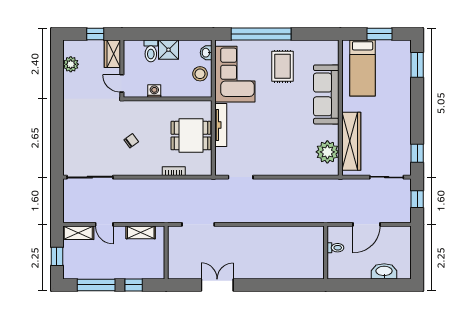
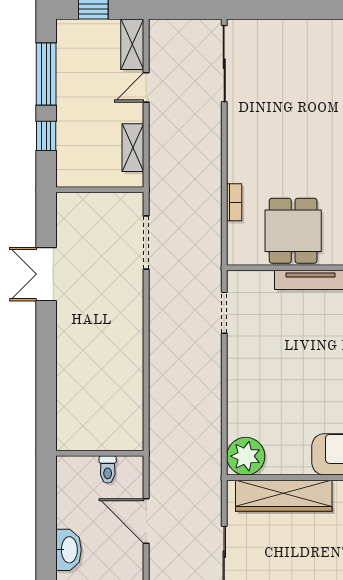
chair: (131, 141) -> (284, 132), removed
plant: (327, 152) -> (246, 456), moved
double door: (217, 285) -> (46, 274), swing flipped

